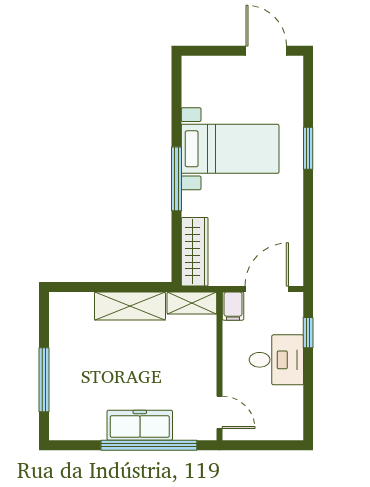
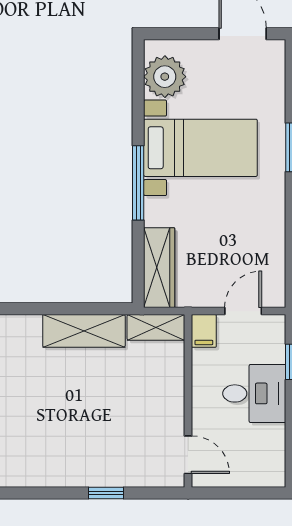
plant: (199, 88) -> (165, 77), added
door: (267, 289) -> (243, 311), width x0.73
freezer: (140, 425) -> (95, 470), removed
window: (149, 445) -> (106, 493), width x0.32

